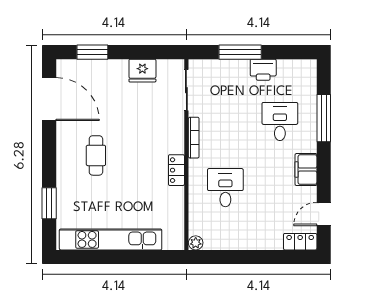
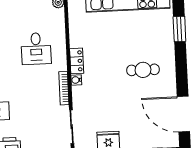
water cooler: (178, 147) -> (76, 80), added
cafe table: (96, 155) -> (143, 70), turned 90

